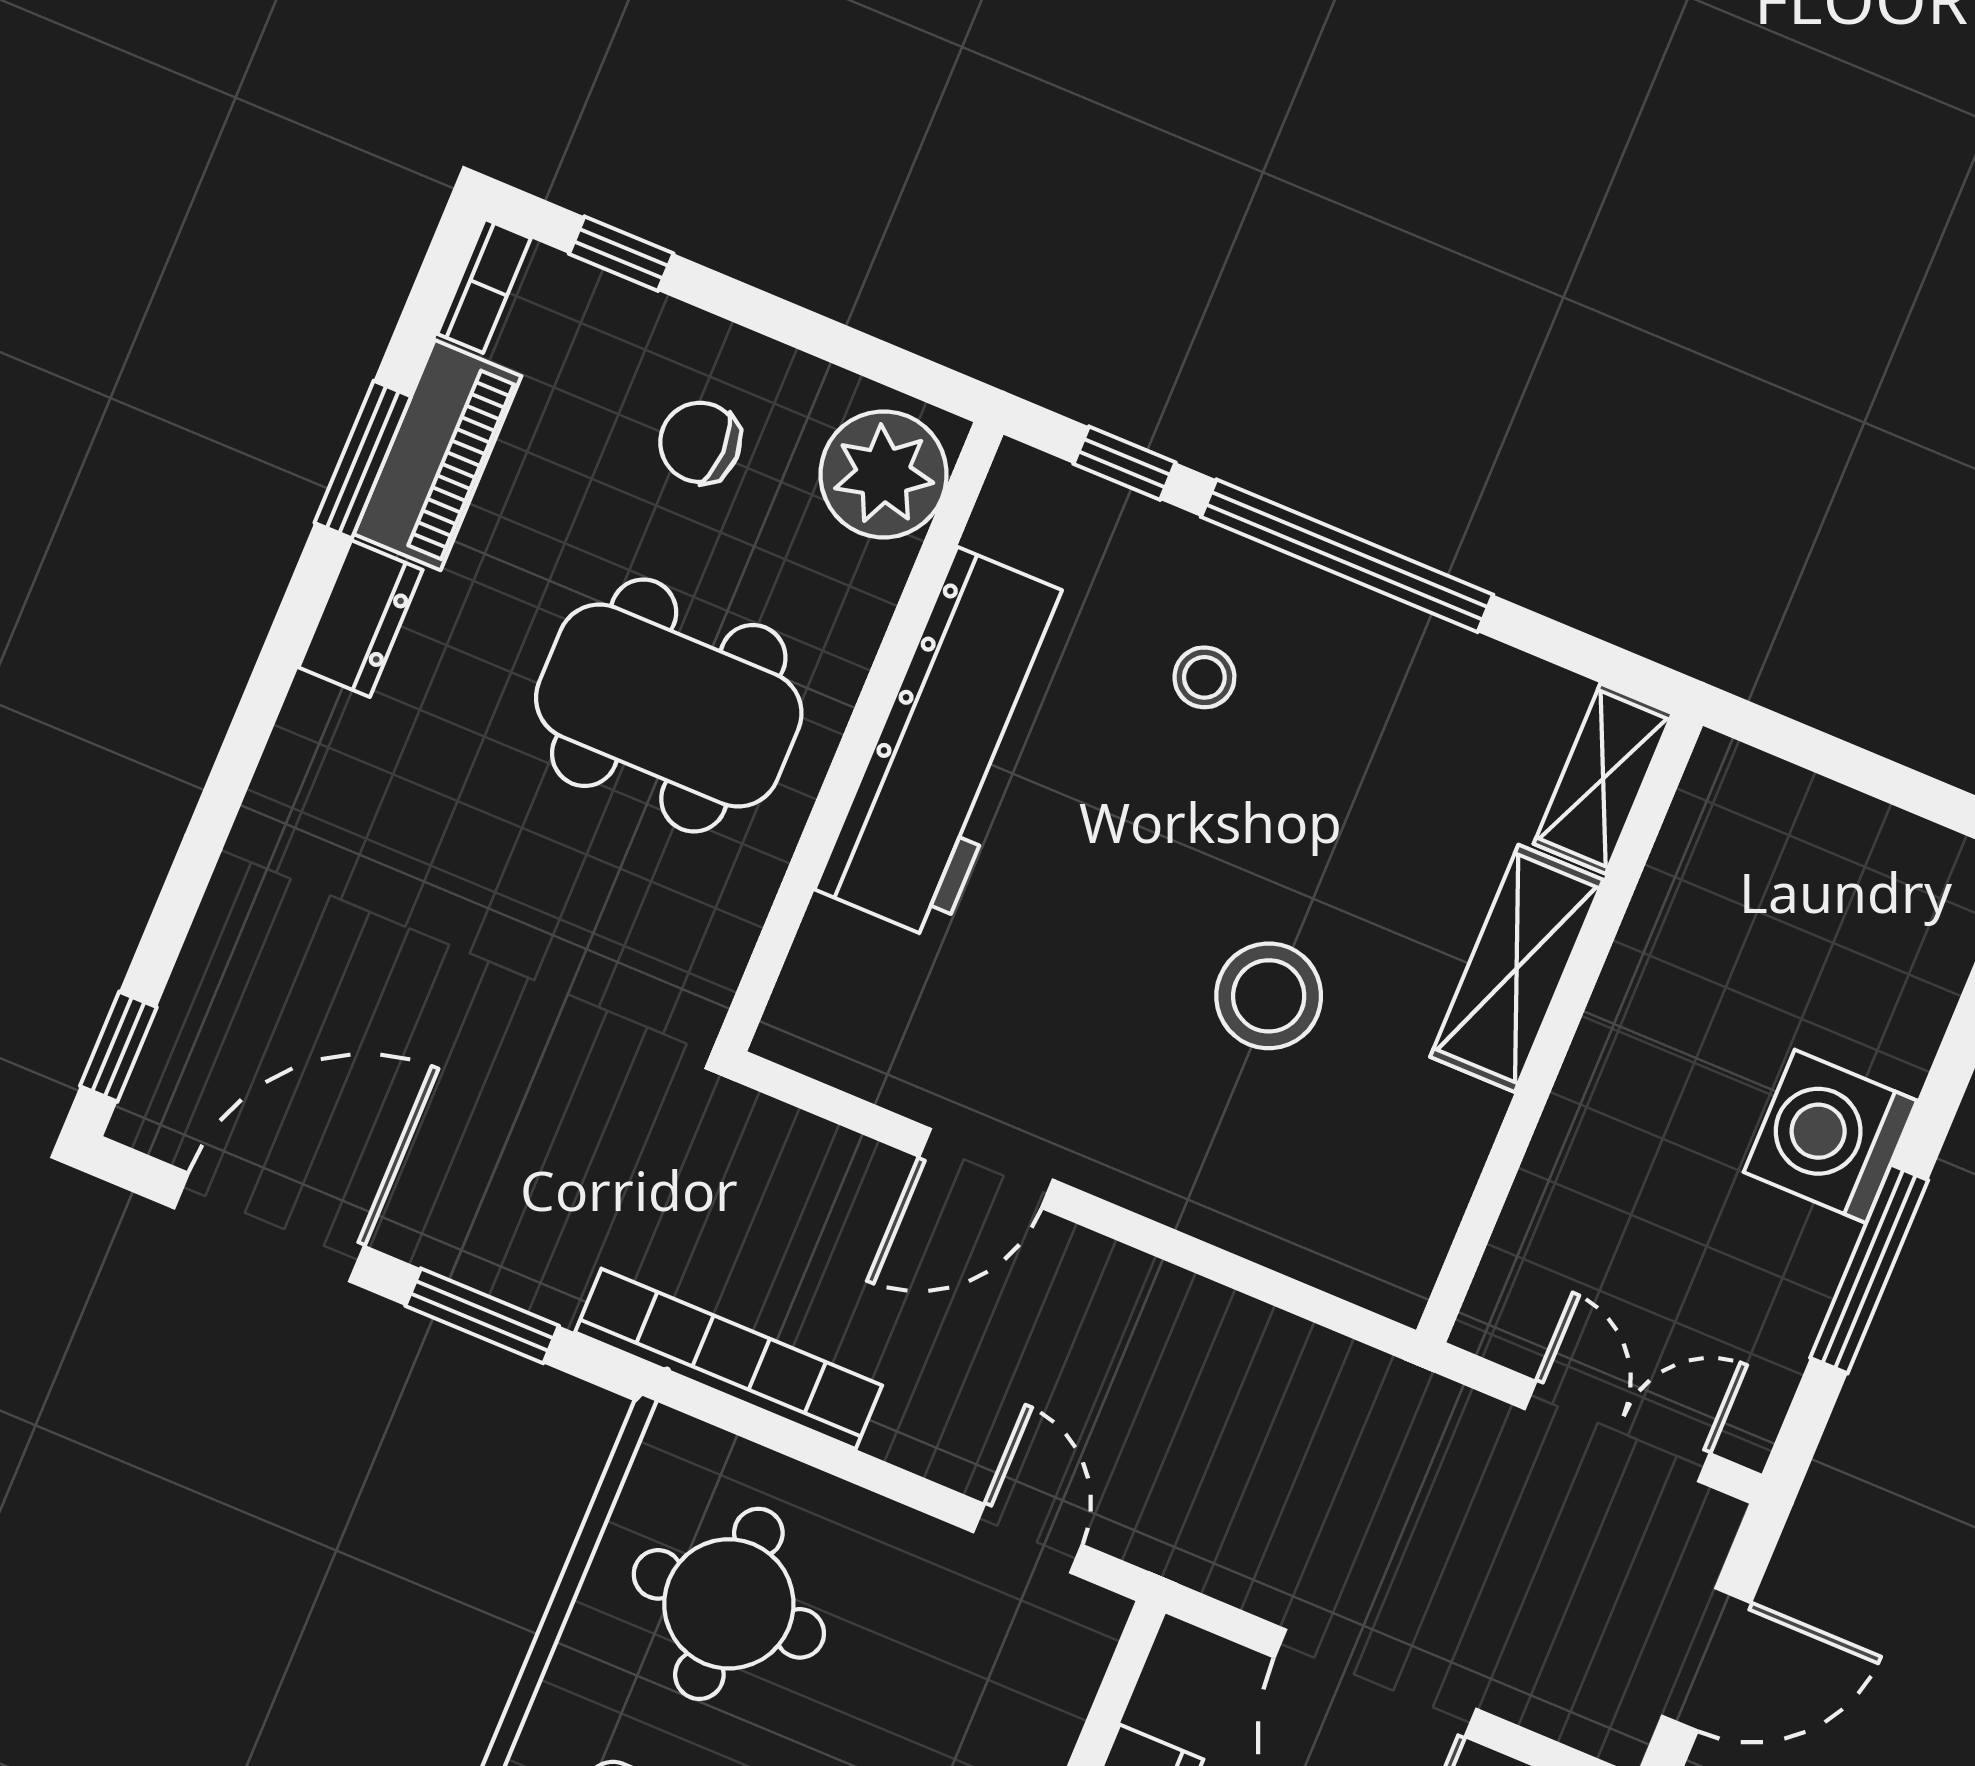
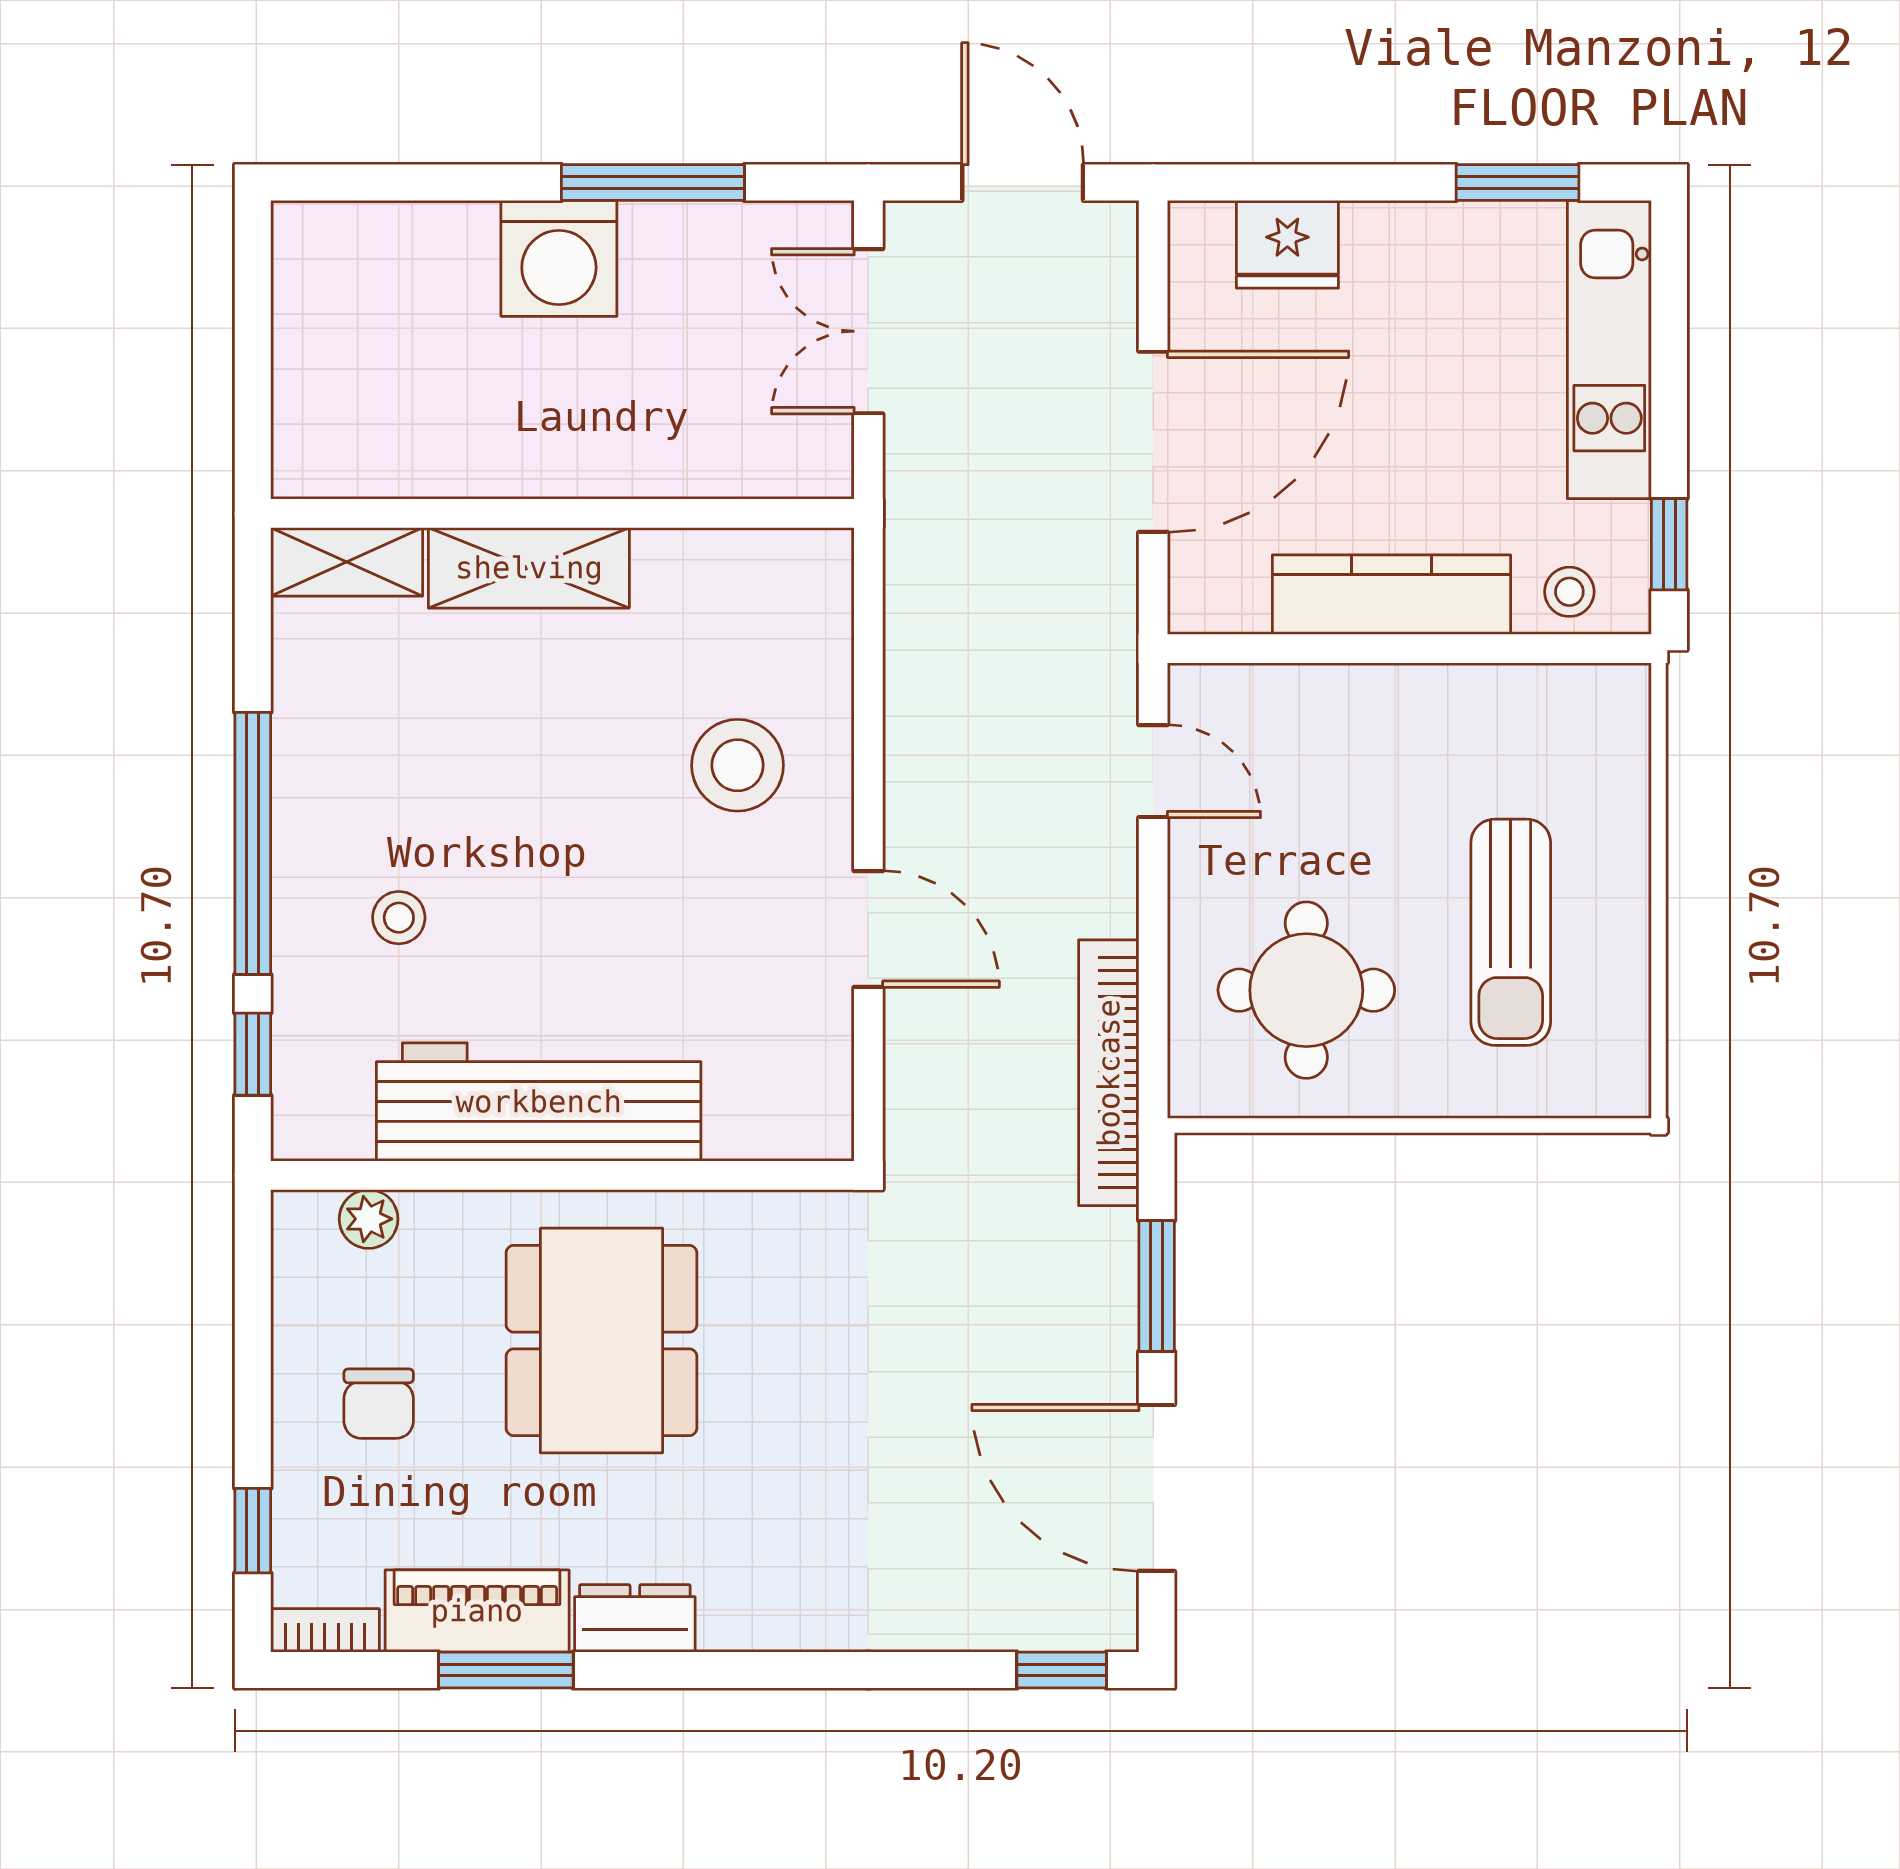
plant: (884, 474) -> (369, 1219), width x0.53, depth x0.53
stool: (1269, 996) -> (738, 765), moved
door: (1027, 1538) -> (1153, 771), swing flipped

